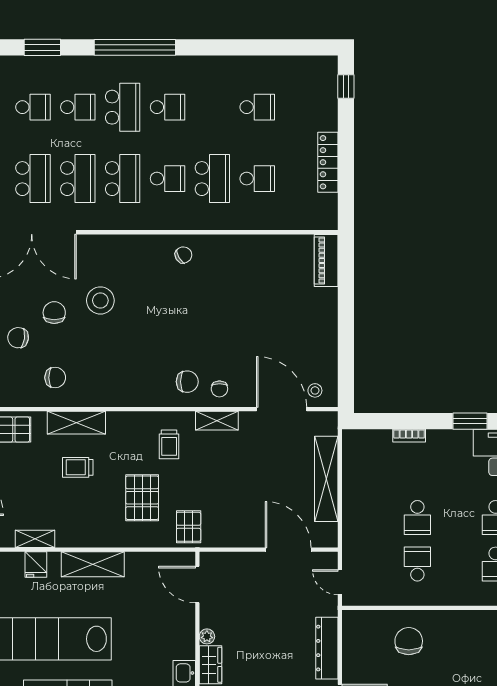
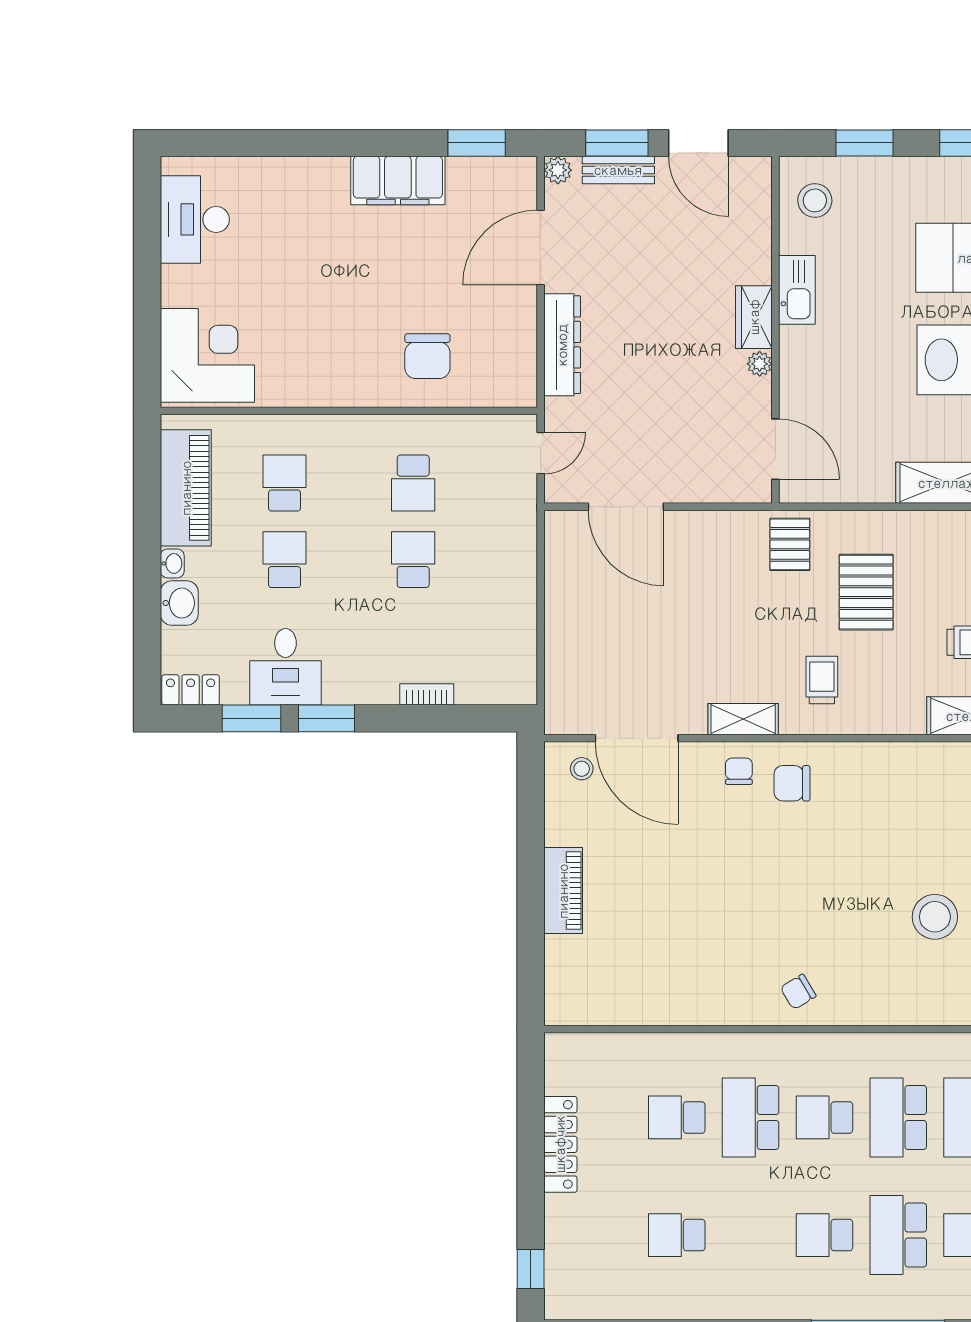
piano: (326, 260) -> (563, 891), moved
shelving: (326, 479) -> (563, 623), removed
door: (340, 582) -> (541, 453), hinge flipped

